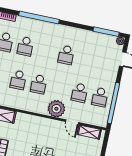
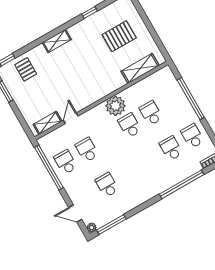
school desk: (66, 55) -> (107, 185), moved
plant: (56, 109) -> (115, 106), moved
door: (72, 122) -> (71, 118), hinge flipped

